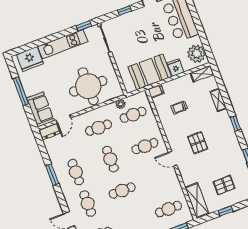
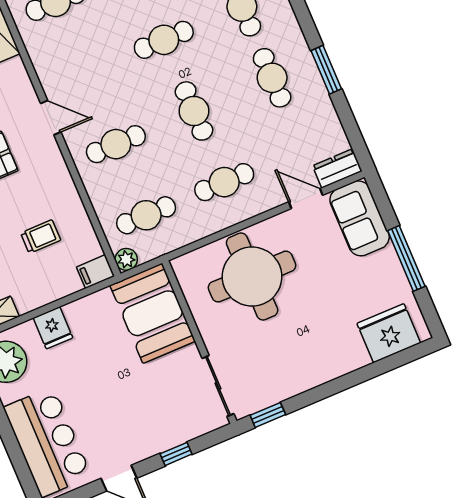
kitchen unit: (63, 44) -> (315, 371), removed
booth: (150, 72) -> (153, 313), moved, turned 90
plant: (121, 104) -> (126, 259), moved
door: (63, 119) -> (306, 199), hinge flipped

